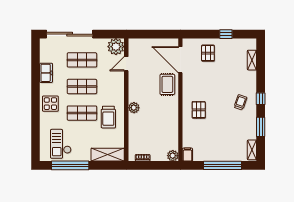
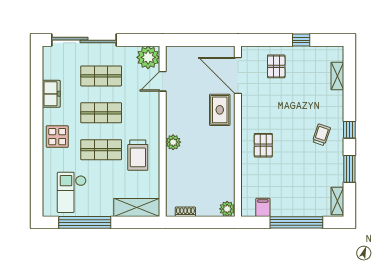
filing cabinet: (187, 155) -> (263, 207), moved

